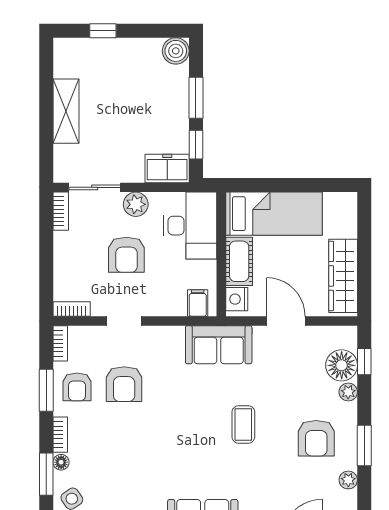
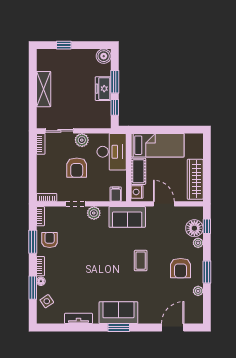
freezer: (167, 169) -> (103, 89), moved, turned -90
plant: (158, 338) -> (94, 213), added
armchair: (124, 384) -> (75, 239), removed
armchair: (77, 387) -> (50, 240), turned 180

